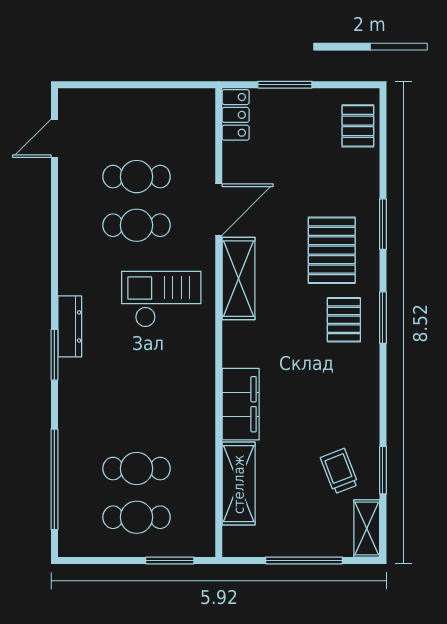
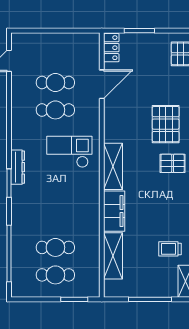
door: (219, 210) -> (102, 84), moved
shelving: (238, 279) -> (113, 166), moved
pallet: (344, 320) -> (173, 163), turned 90
trolley: (339, 471) -> (170, 249), turned -69

